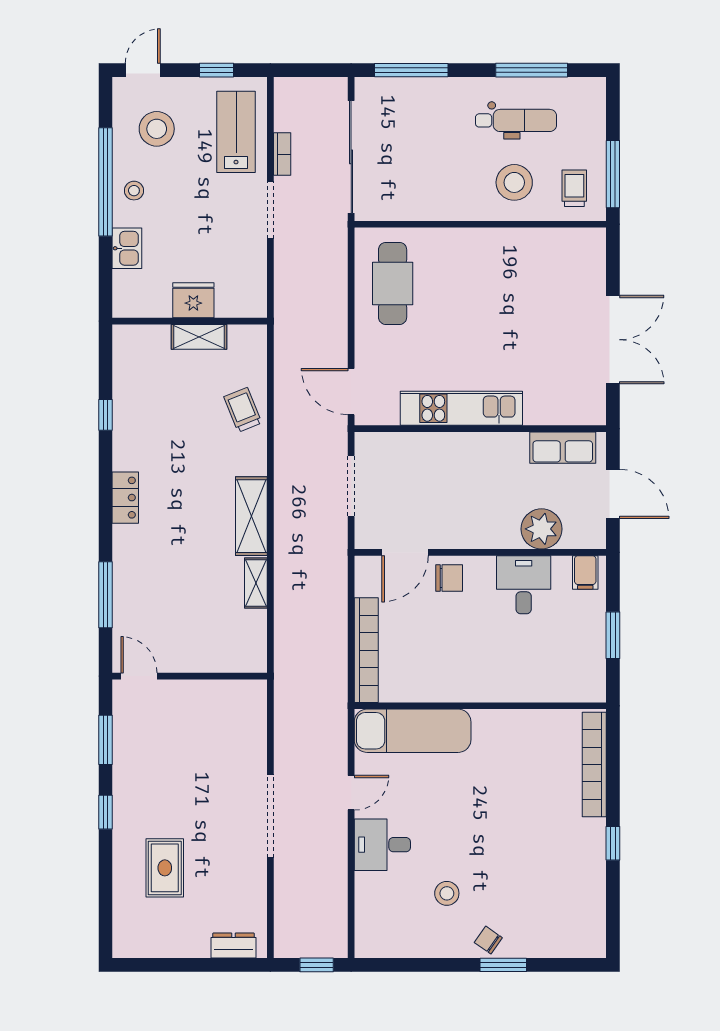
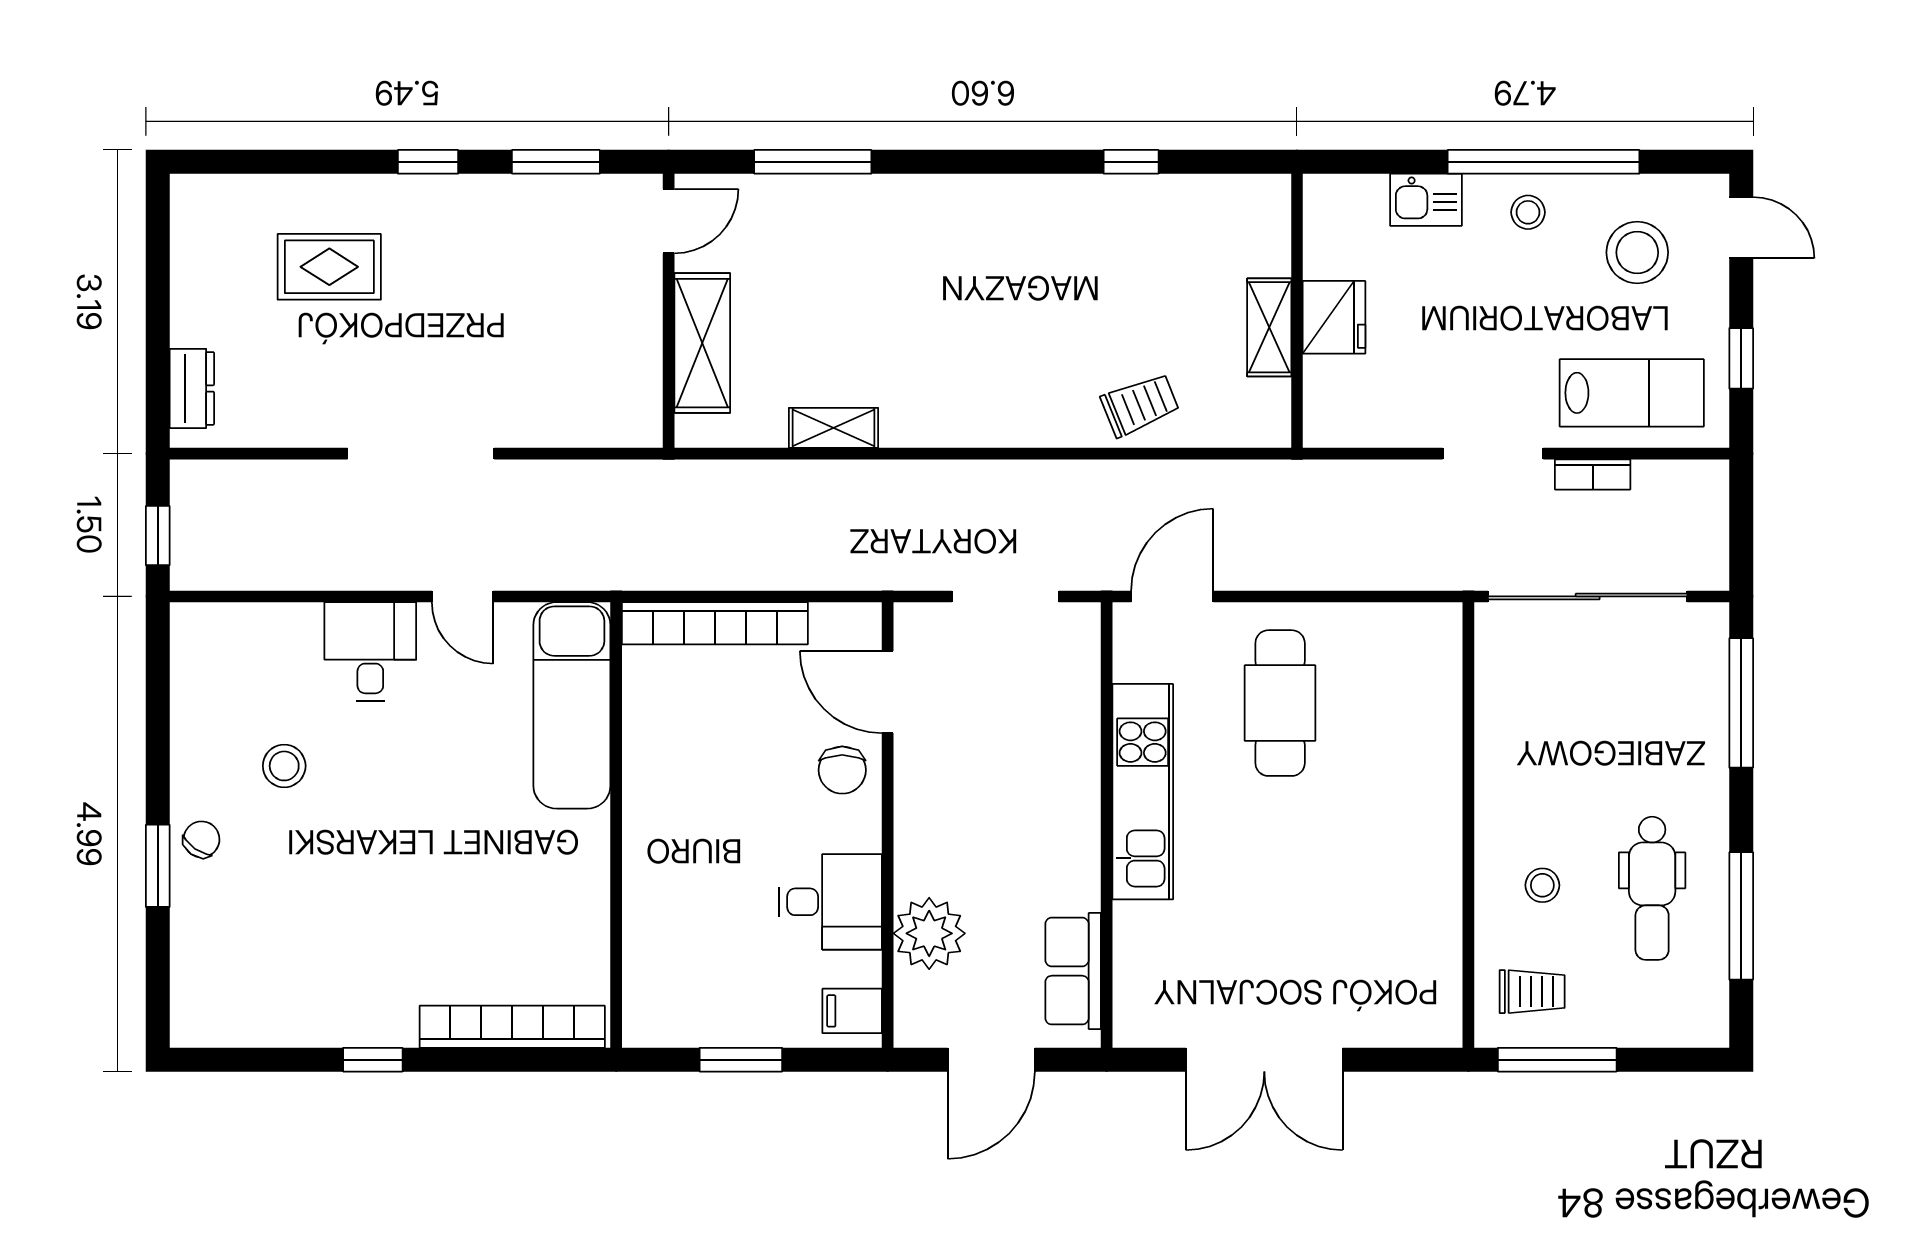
stool: (514, 182) -> (1542, 885), width x0.53, depth x0.53
cafe table: (393, 283) -> (1280, 703), moved, turned 90
locker: (125, 498) -> (985, 197), removed
shelving: (251, 516) -> (702, 343), moved, turned 90

